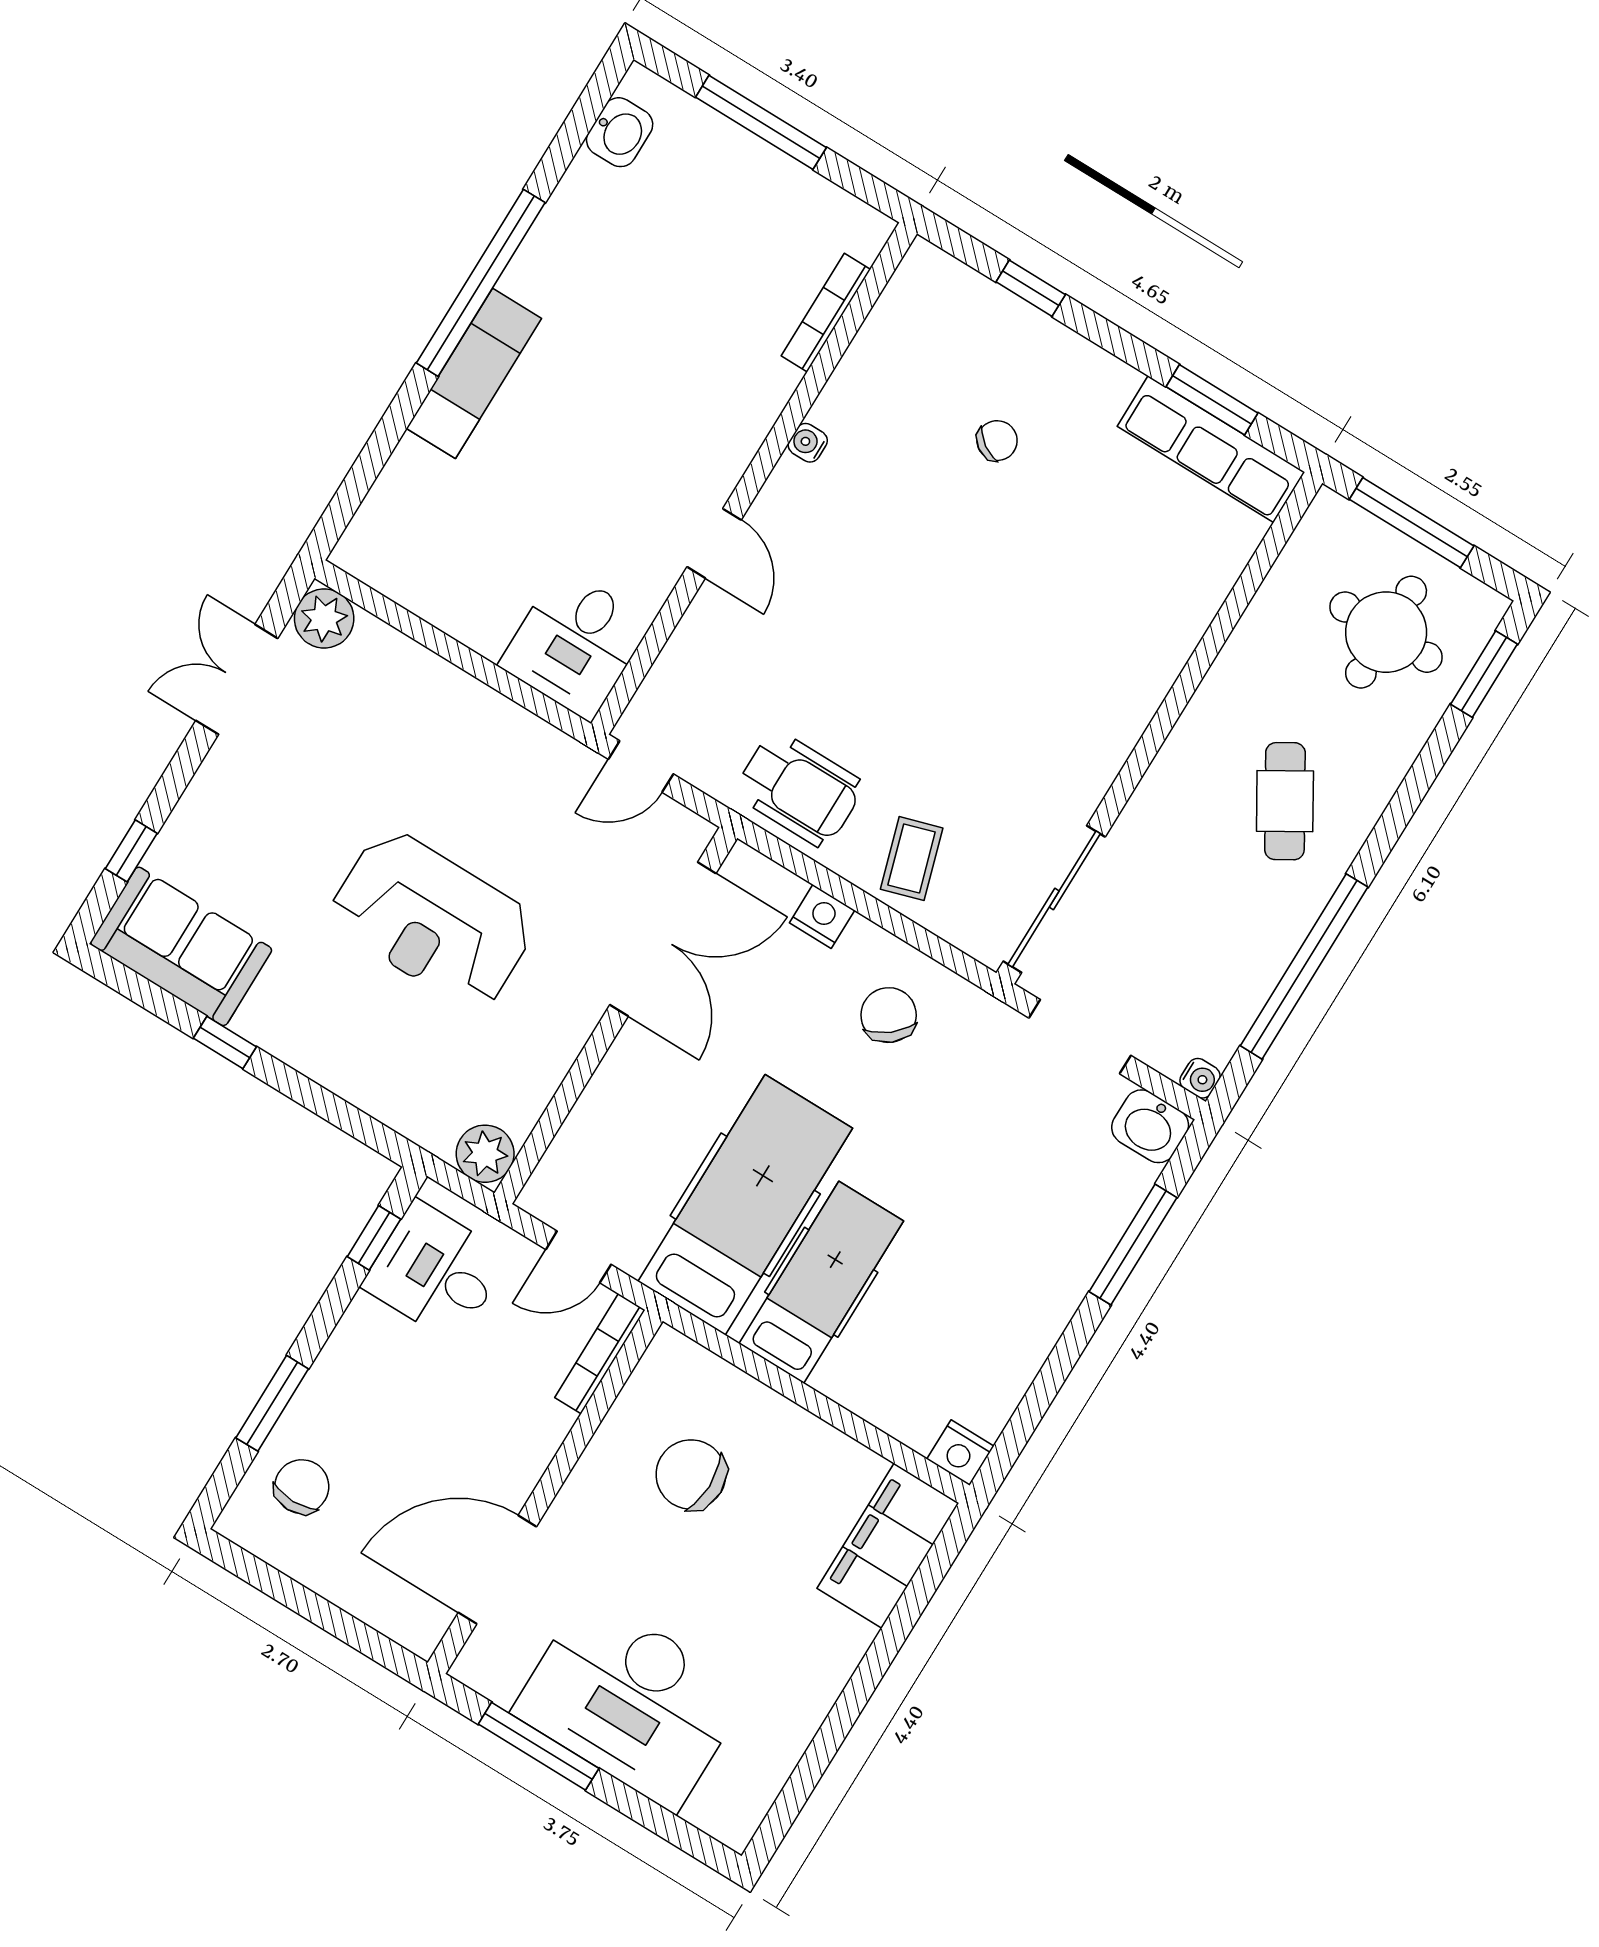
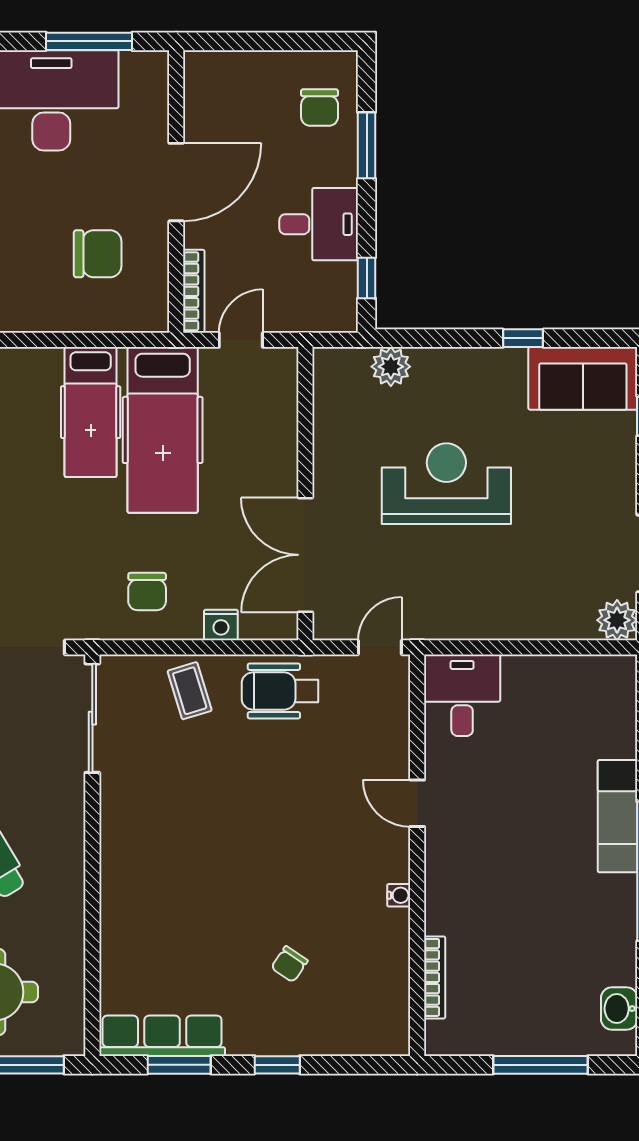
window: (1031, 288) -> (277, 1065), moved
chair: (889, 1015) -> (147, 592), turned 39
plant: (485, 1154) -> (391, 367), moved
desk: (436, 1272) -> (319, 224), moved
door: (497, 1570) -> (176, 182), moved

